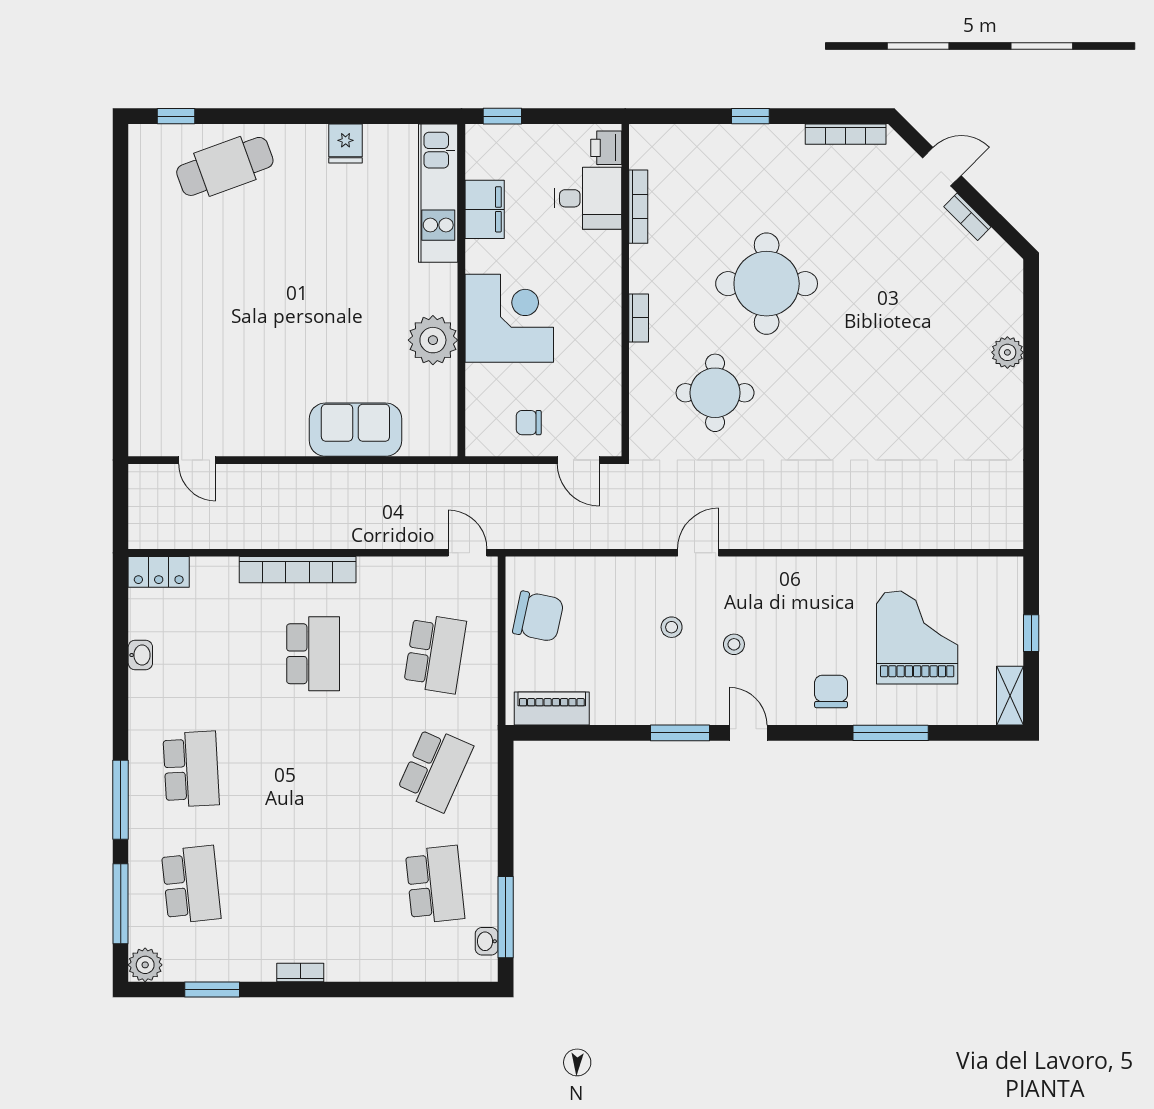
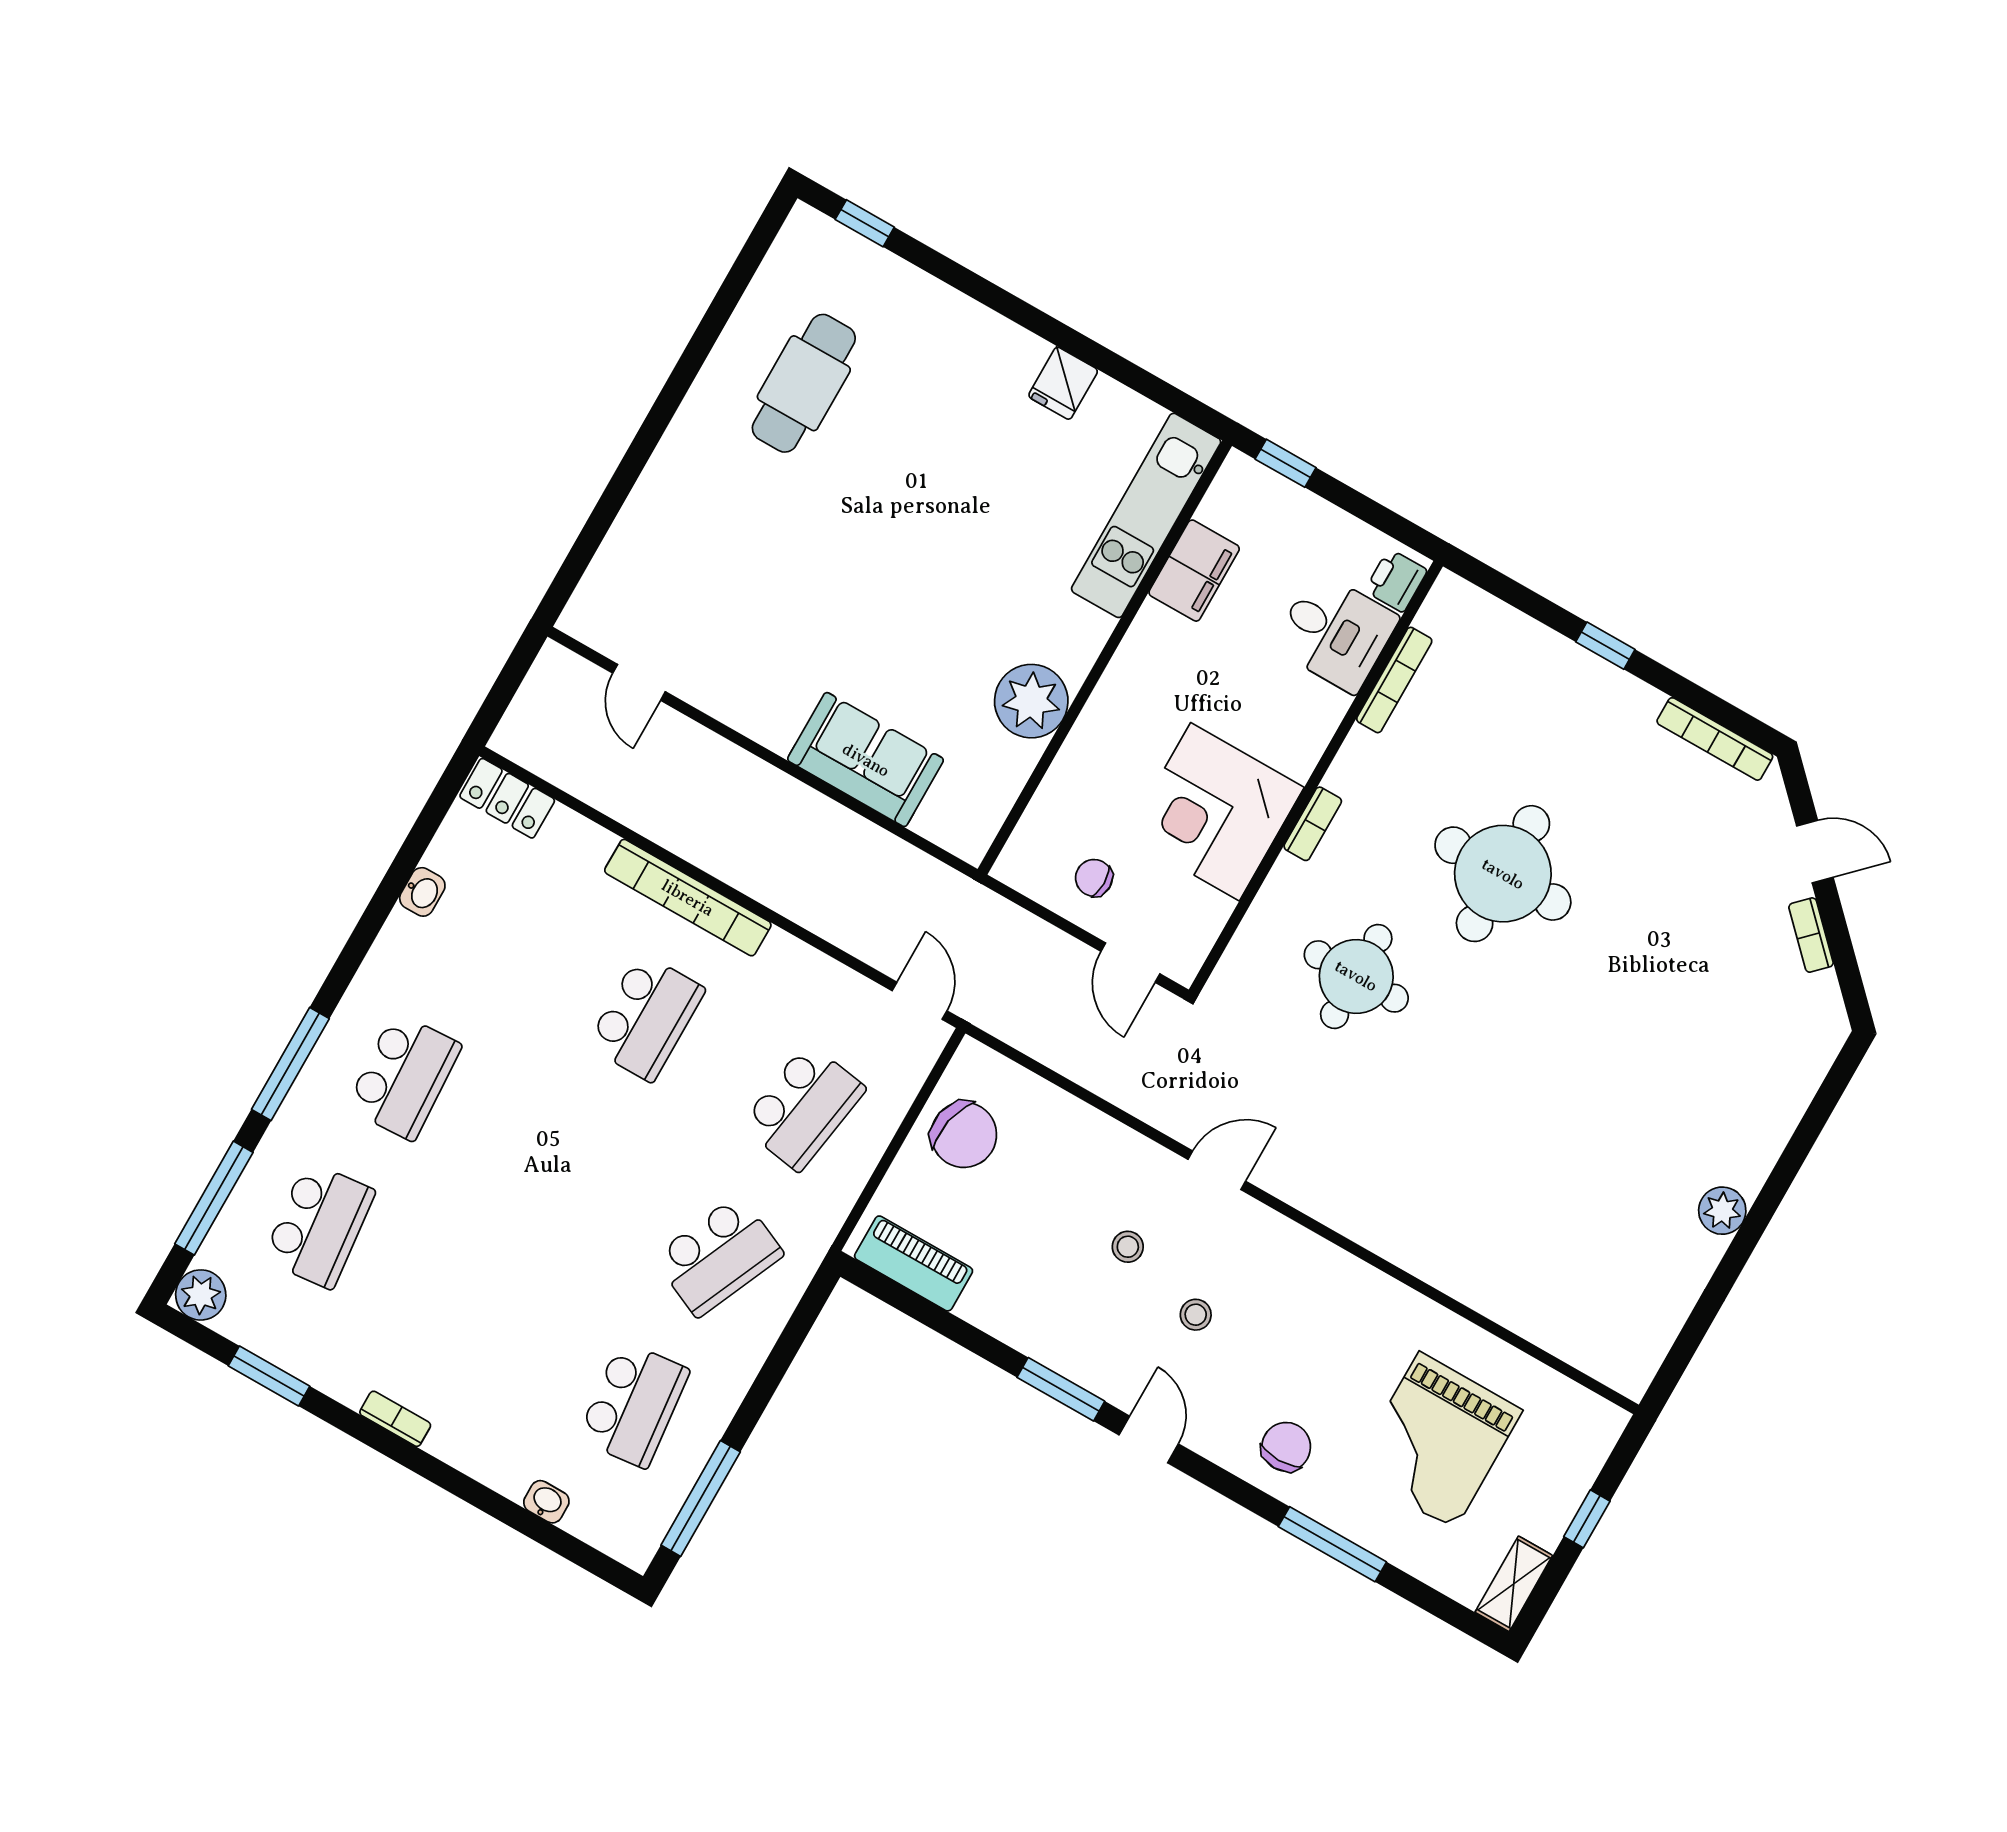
cafe table: (225, 166) -> (804, 383), moved, turned -70
corner desk: (509, 318) -> (1215, 812), moved, turned 180
plant: (1007, 352) -> (1722, 1211), moved
grand piano: (917, 638) -> (1437, 1441), turned 180
washbasin: (487, 941) -> (546, 1502), moved, turned 90

